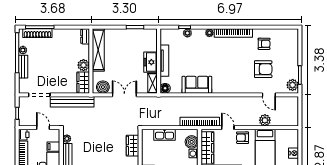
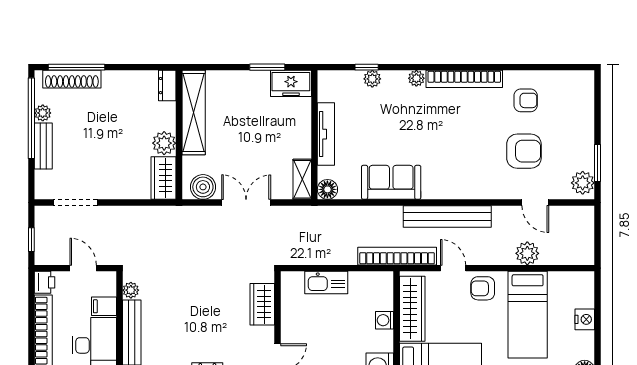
freezer: (150, 62) -> (291, 83), moved, turned -90
bench: (72, 102) -> (447, 216), moved
boiler: (192, 142) -> (381, 297), removed

